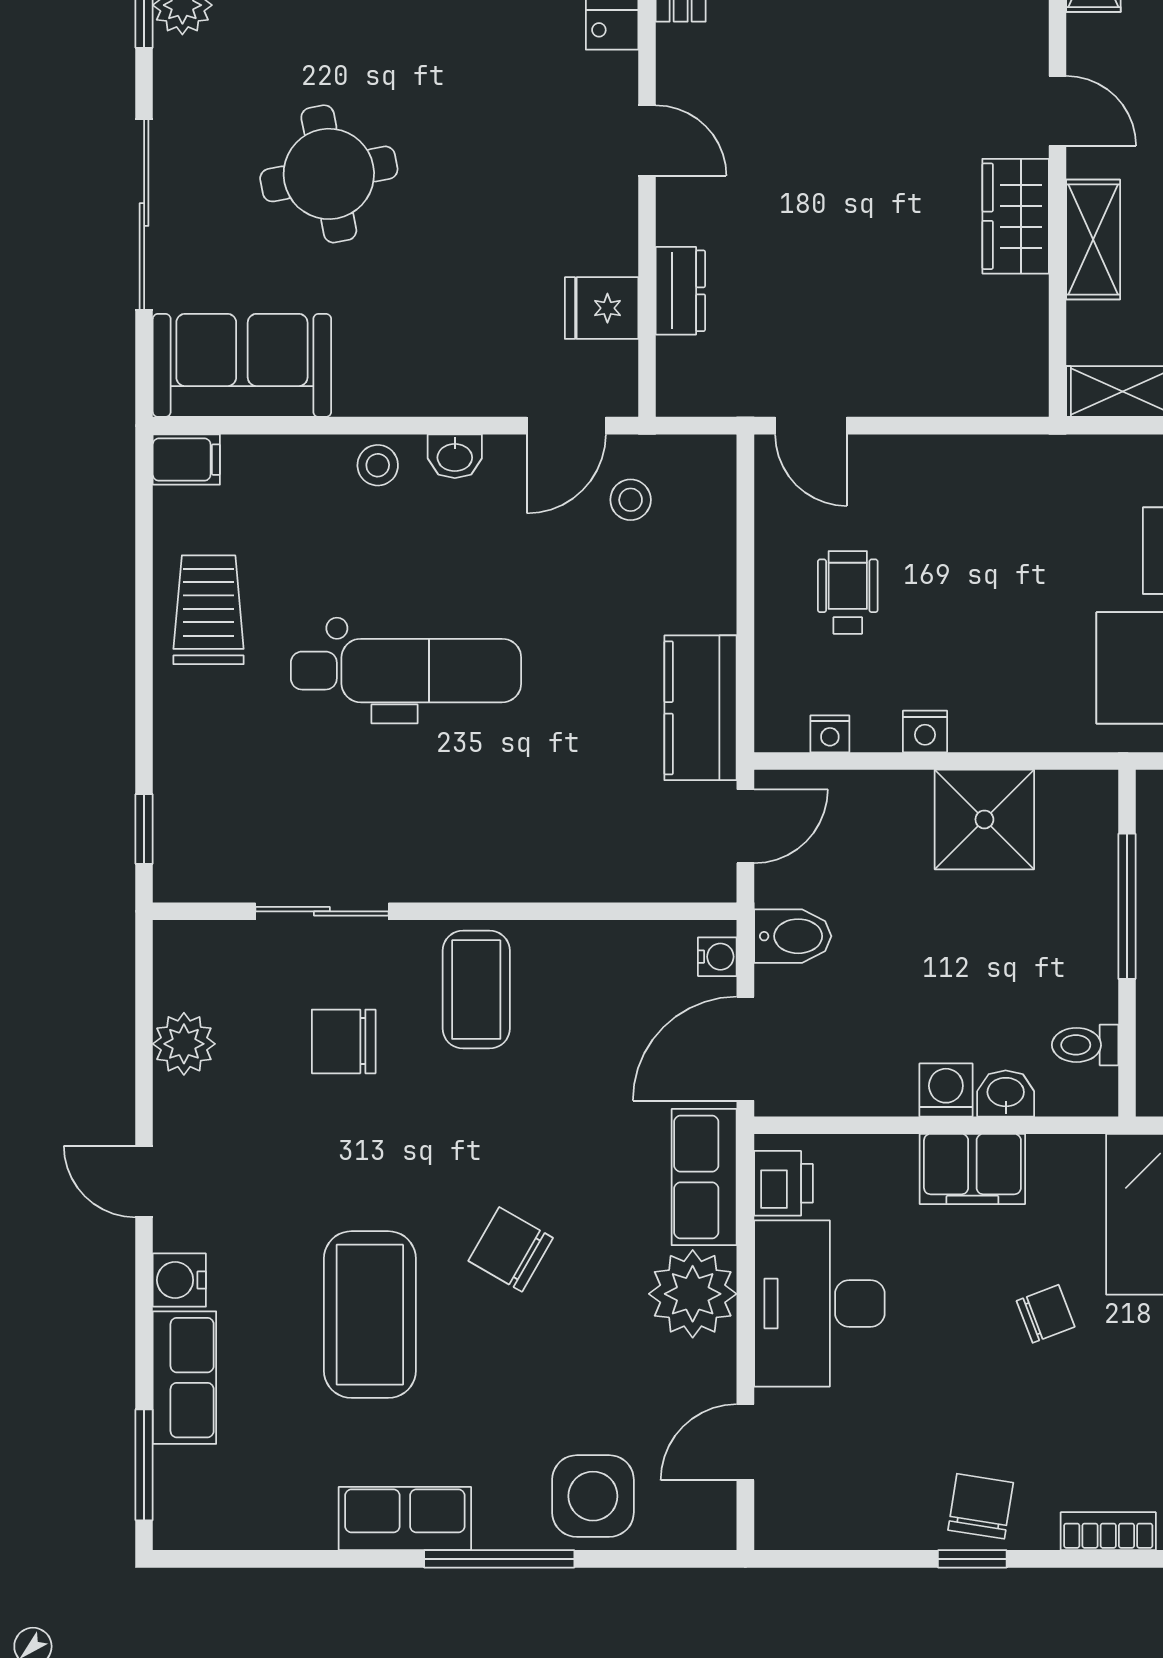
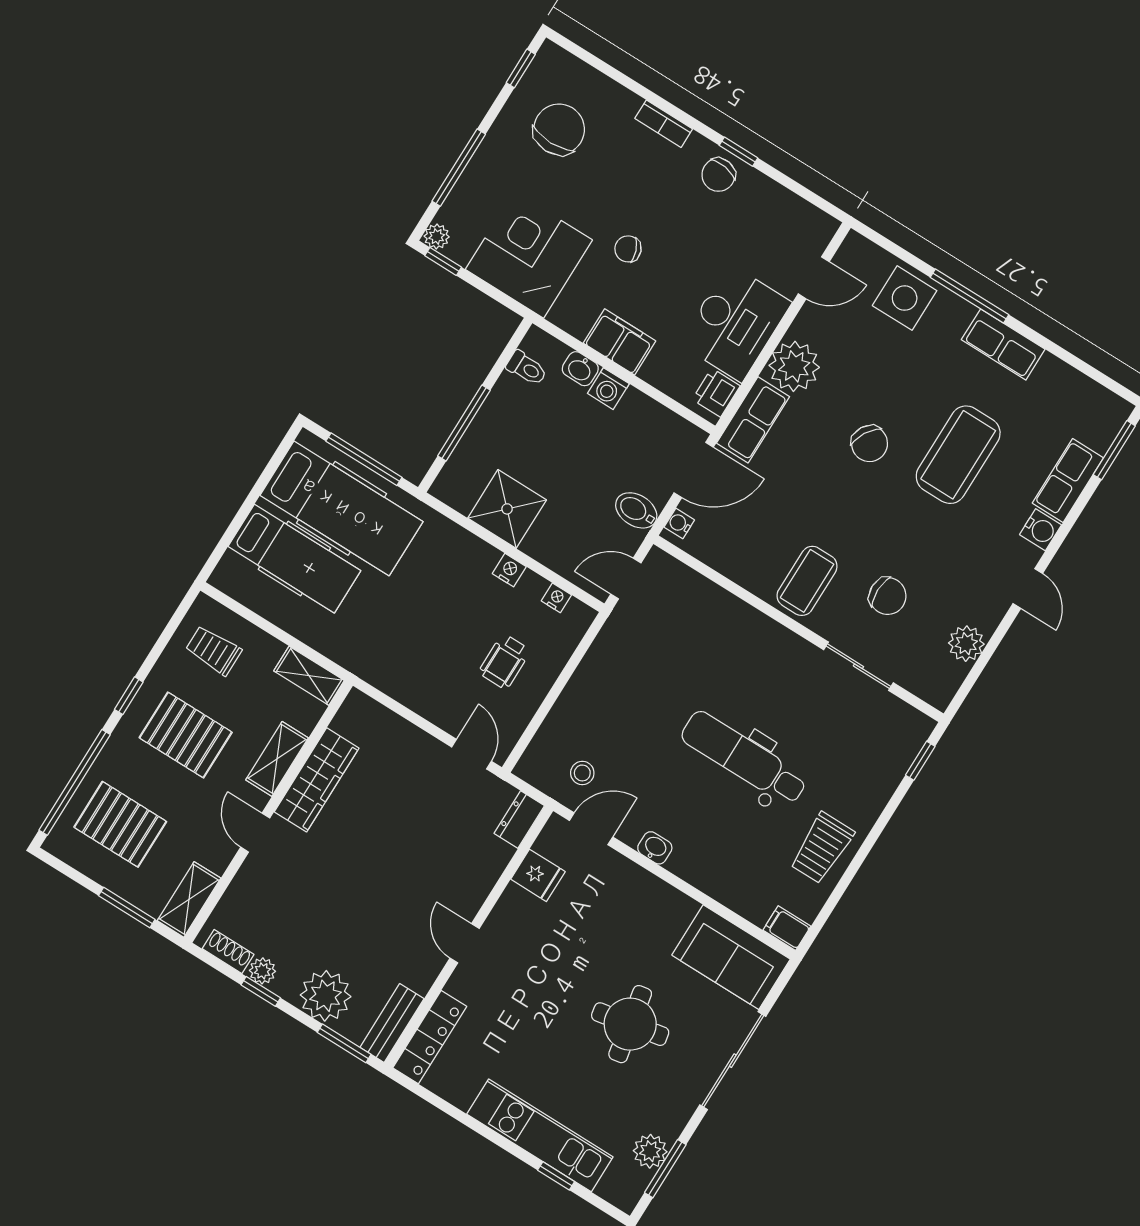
wardrobe: (1016, 216) -> (317, 780), width x1.50
dresser: (680, 291) -> (519, 820), moved
stool: (378, 465) -> (695, 867), removed
kitchen counter: (700, 708) -> (612, 650), removed

